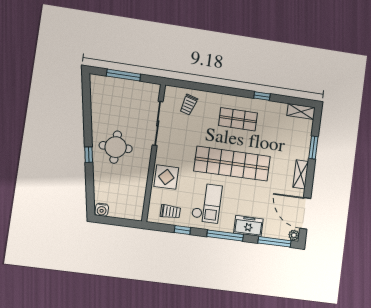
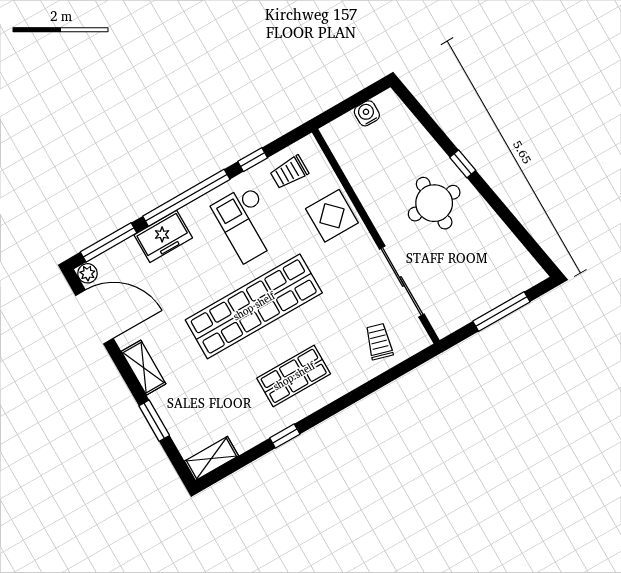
water cooler: (102, 210) -> (367, 113), moved
window: (225, 236) -> (186, 198), width x1.46

